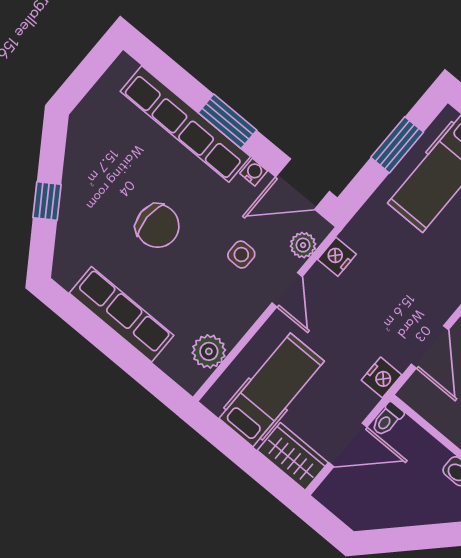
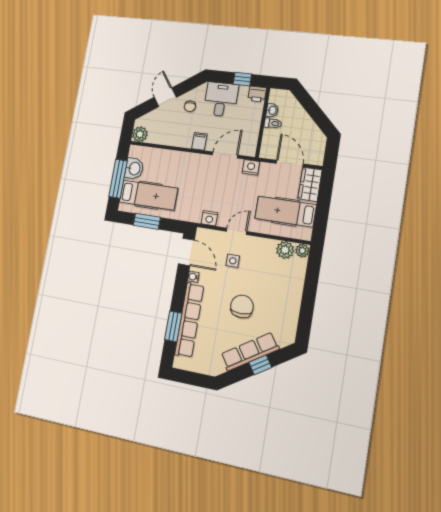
window: (227, 121) -> (173, 326), moved
plant: (303, 245) -> (302, 251), moved
row of seats: (122, 314) -> (250, 352), moved, turned 56
toilet: (387, 419) -> (273, 123), moved

